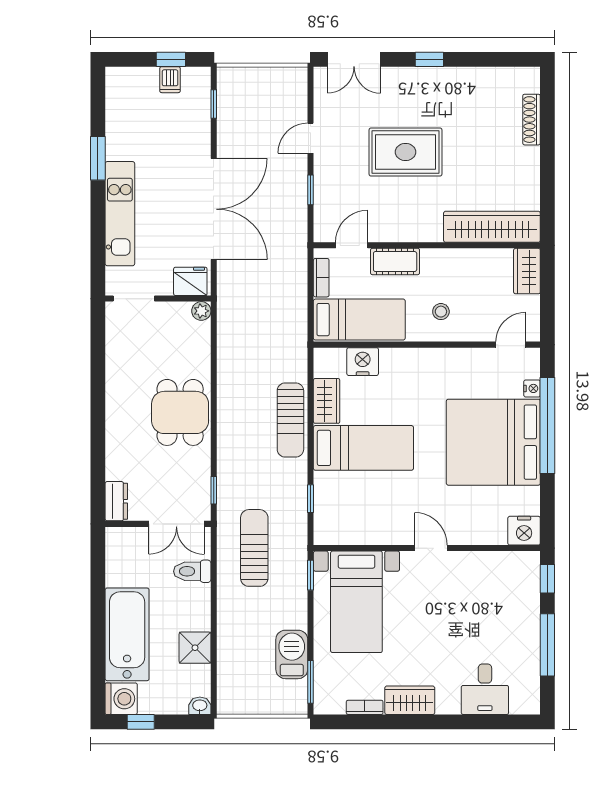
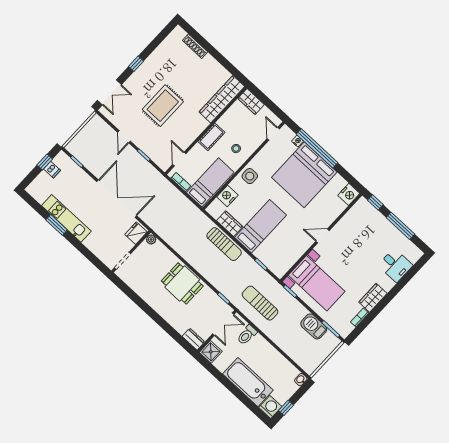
kitchen unit: (120, 214) -> (66, 218), moved
cot: (395, 262) -> (211, 137), moved
side table: (420, 367) -> (250, 176), added
shower: (195, 648) -> (211, 352), moved

